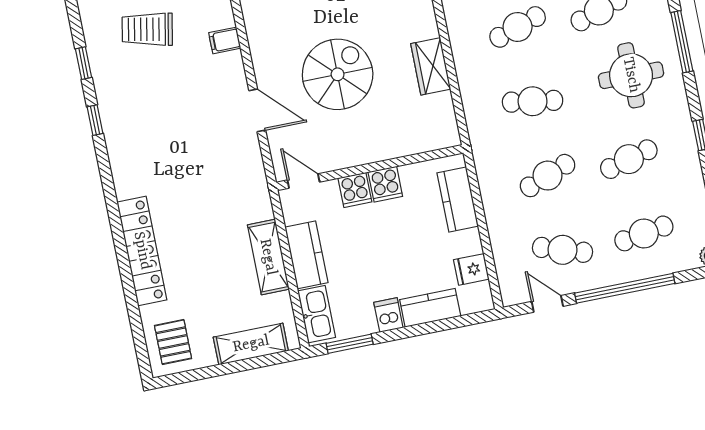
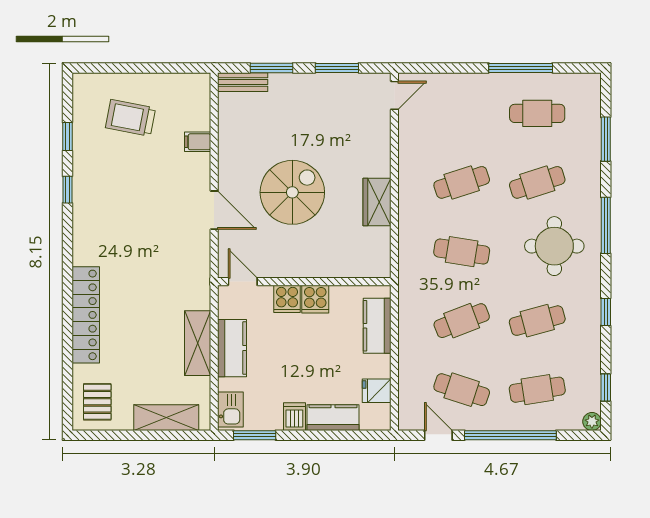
kitchen sink: (317, 314) -> (230, 409), width x0.73

